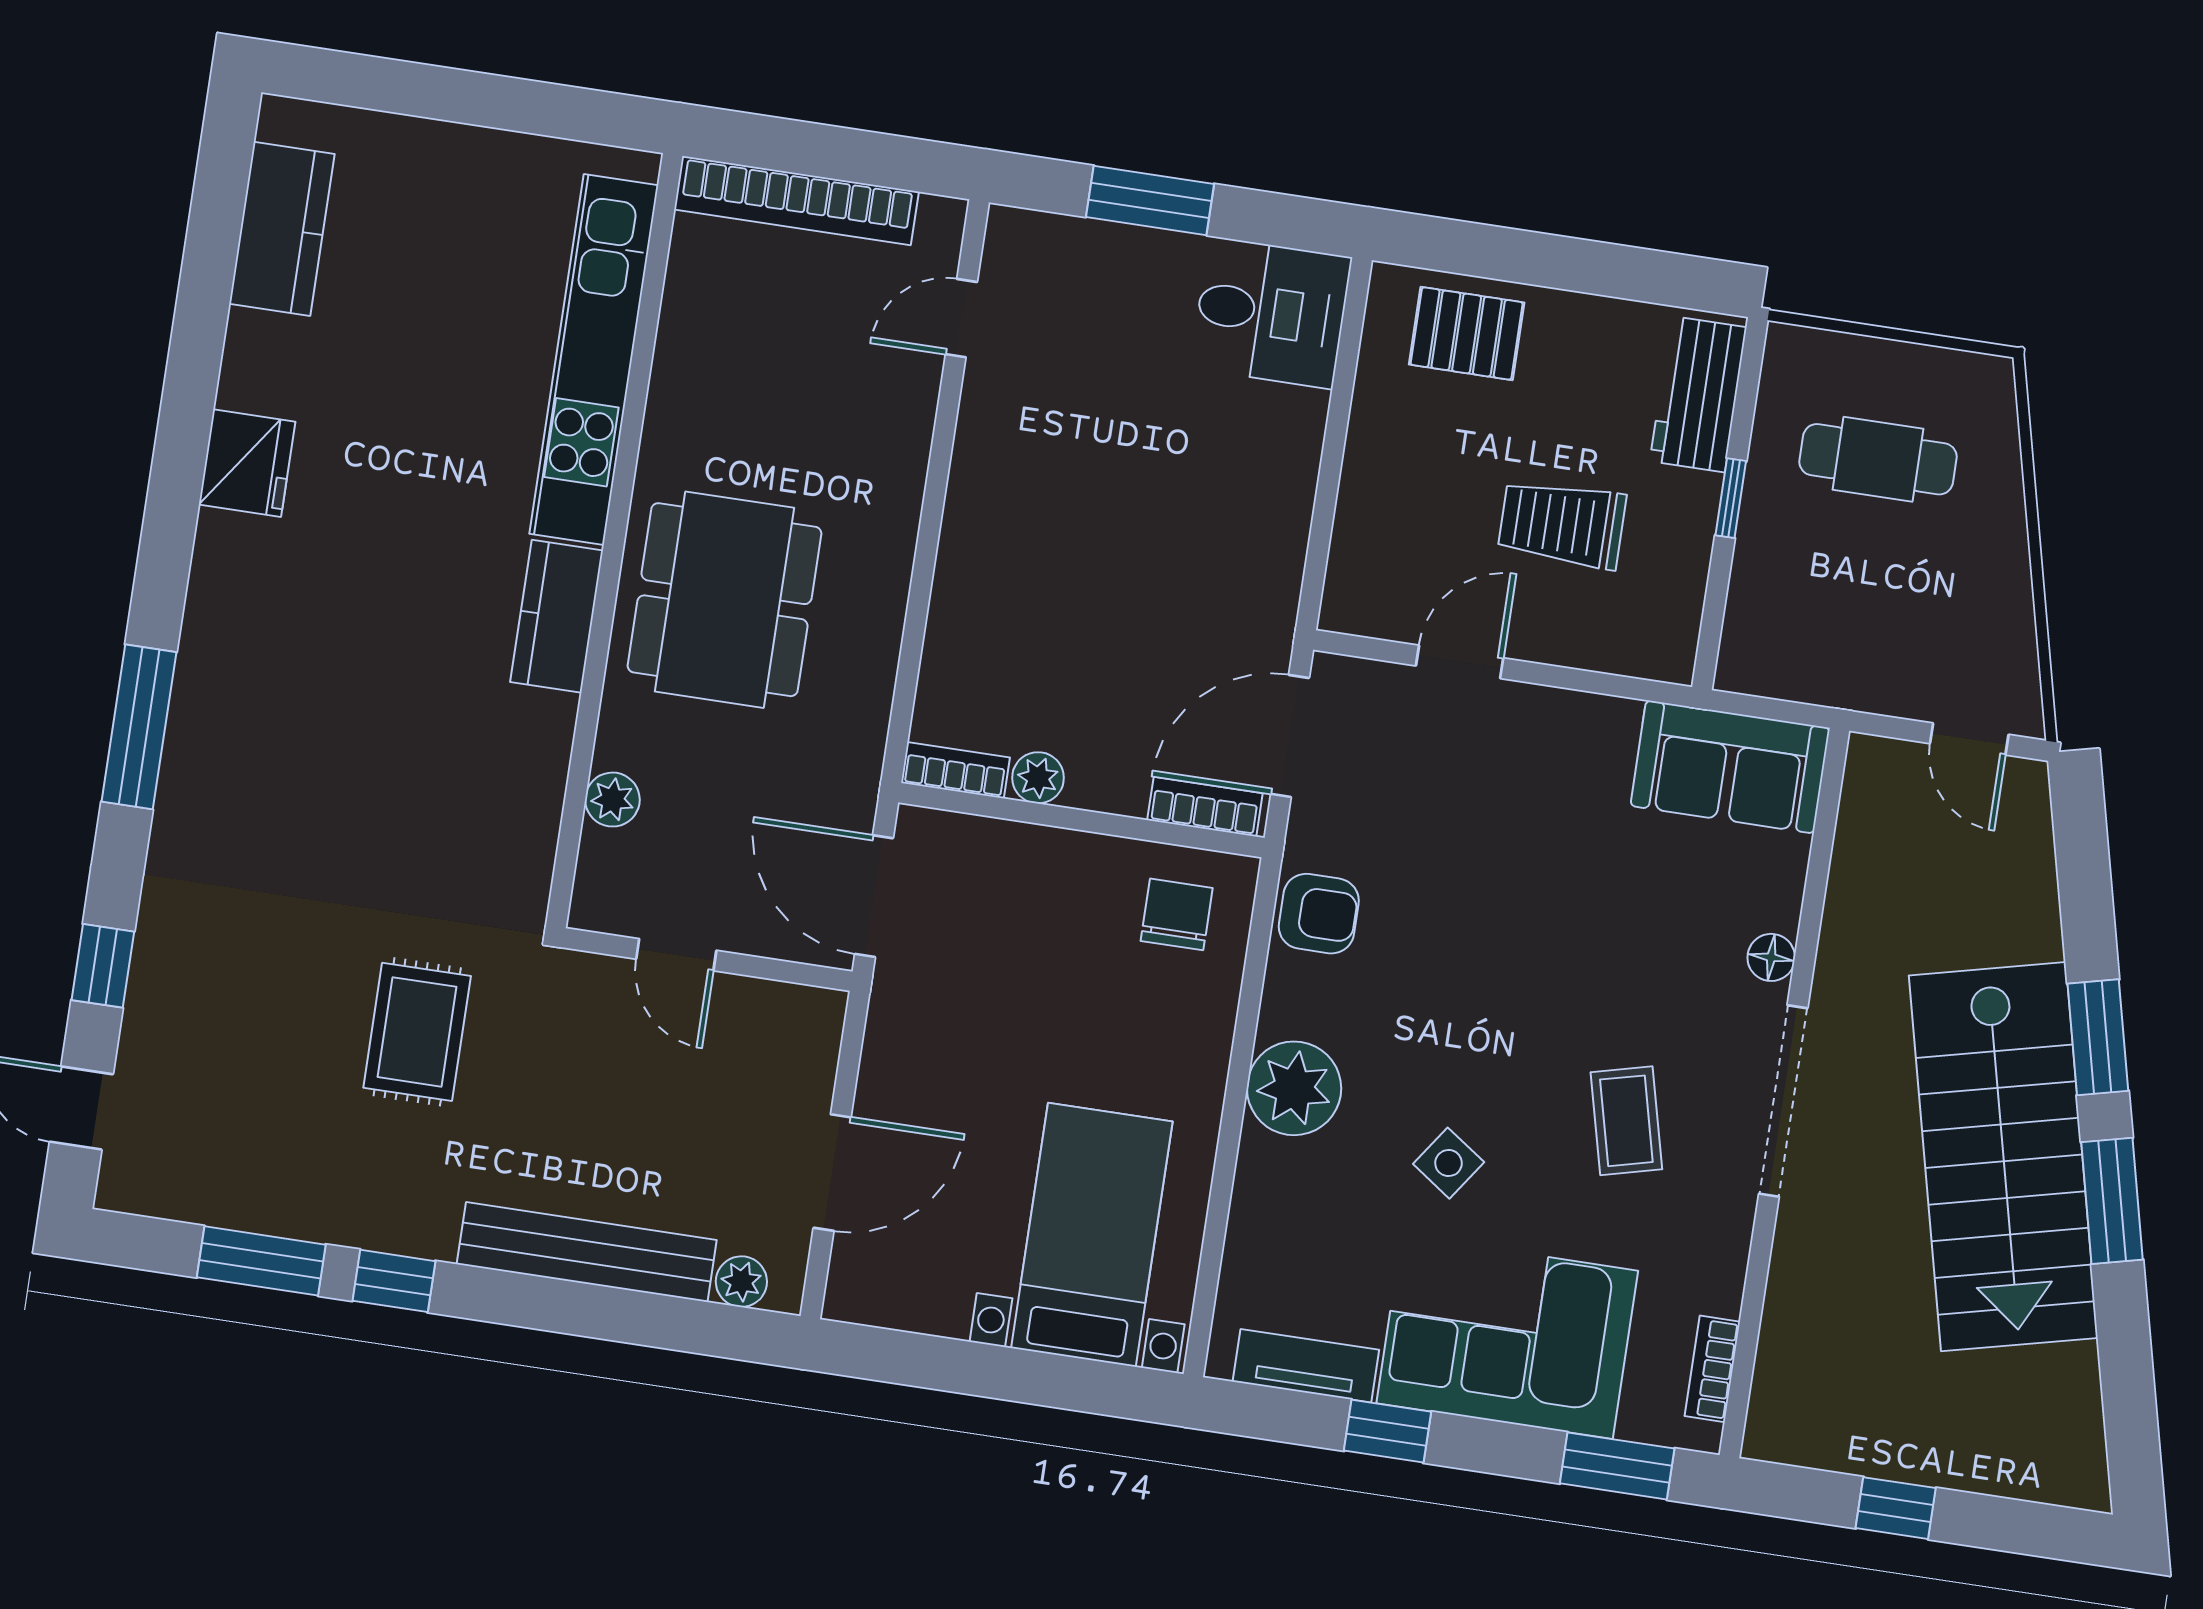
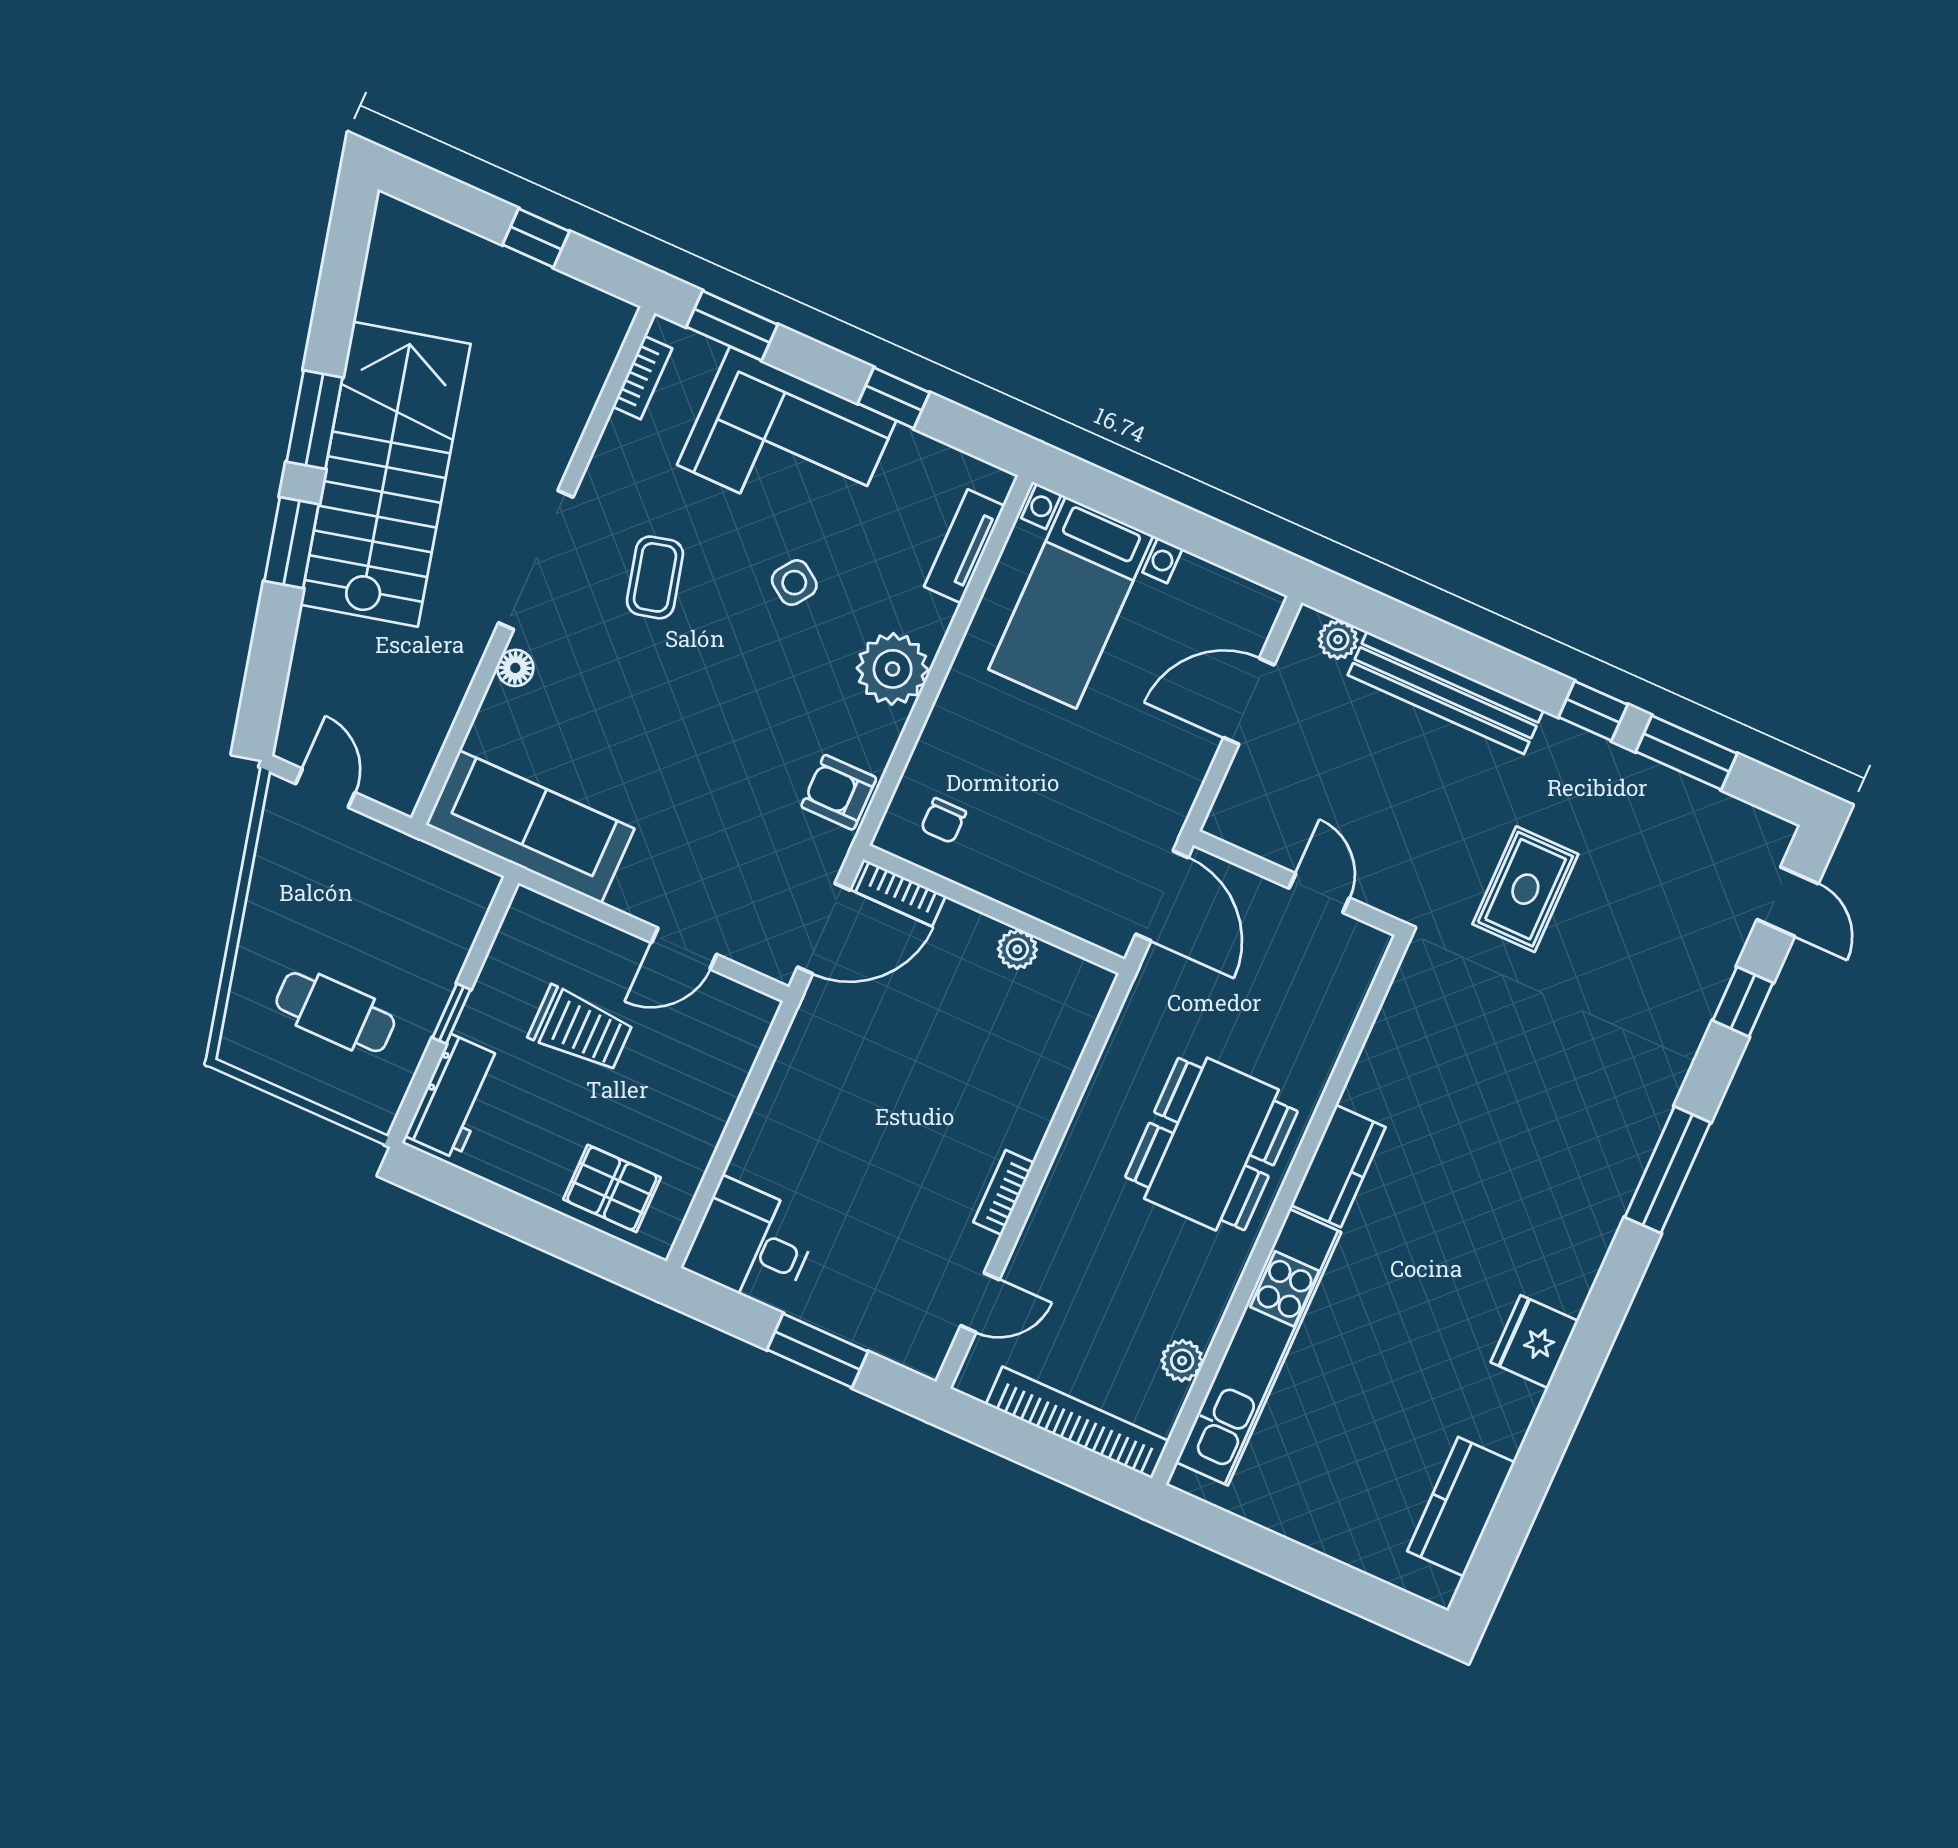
sofa: (1730, 767) -> (530, 827), width x1.36
bookcase: (955, 770) -> (1004, 1193), moved, turned 90
plant: (612, 800) -> (1182, 1361), moved
chair: (1177, 914) -> (943, 821), width x0.73, depth x0.73
tv unit: (1306, 1366) -> (964, 546), moved, turned 90

